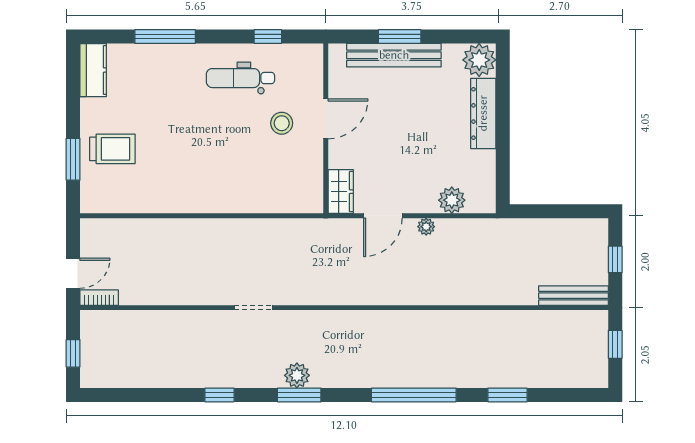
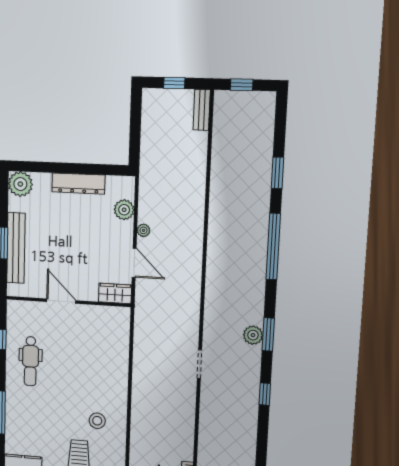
dresser: (483, 113) -> (78, 183), moved
stool: (282, 123) -> (97, 421), moved
bench: (574, 296) -> (202, 110), width x0.73

